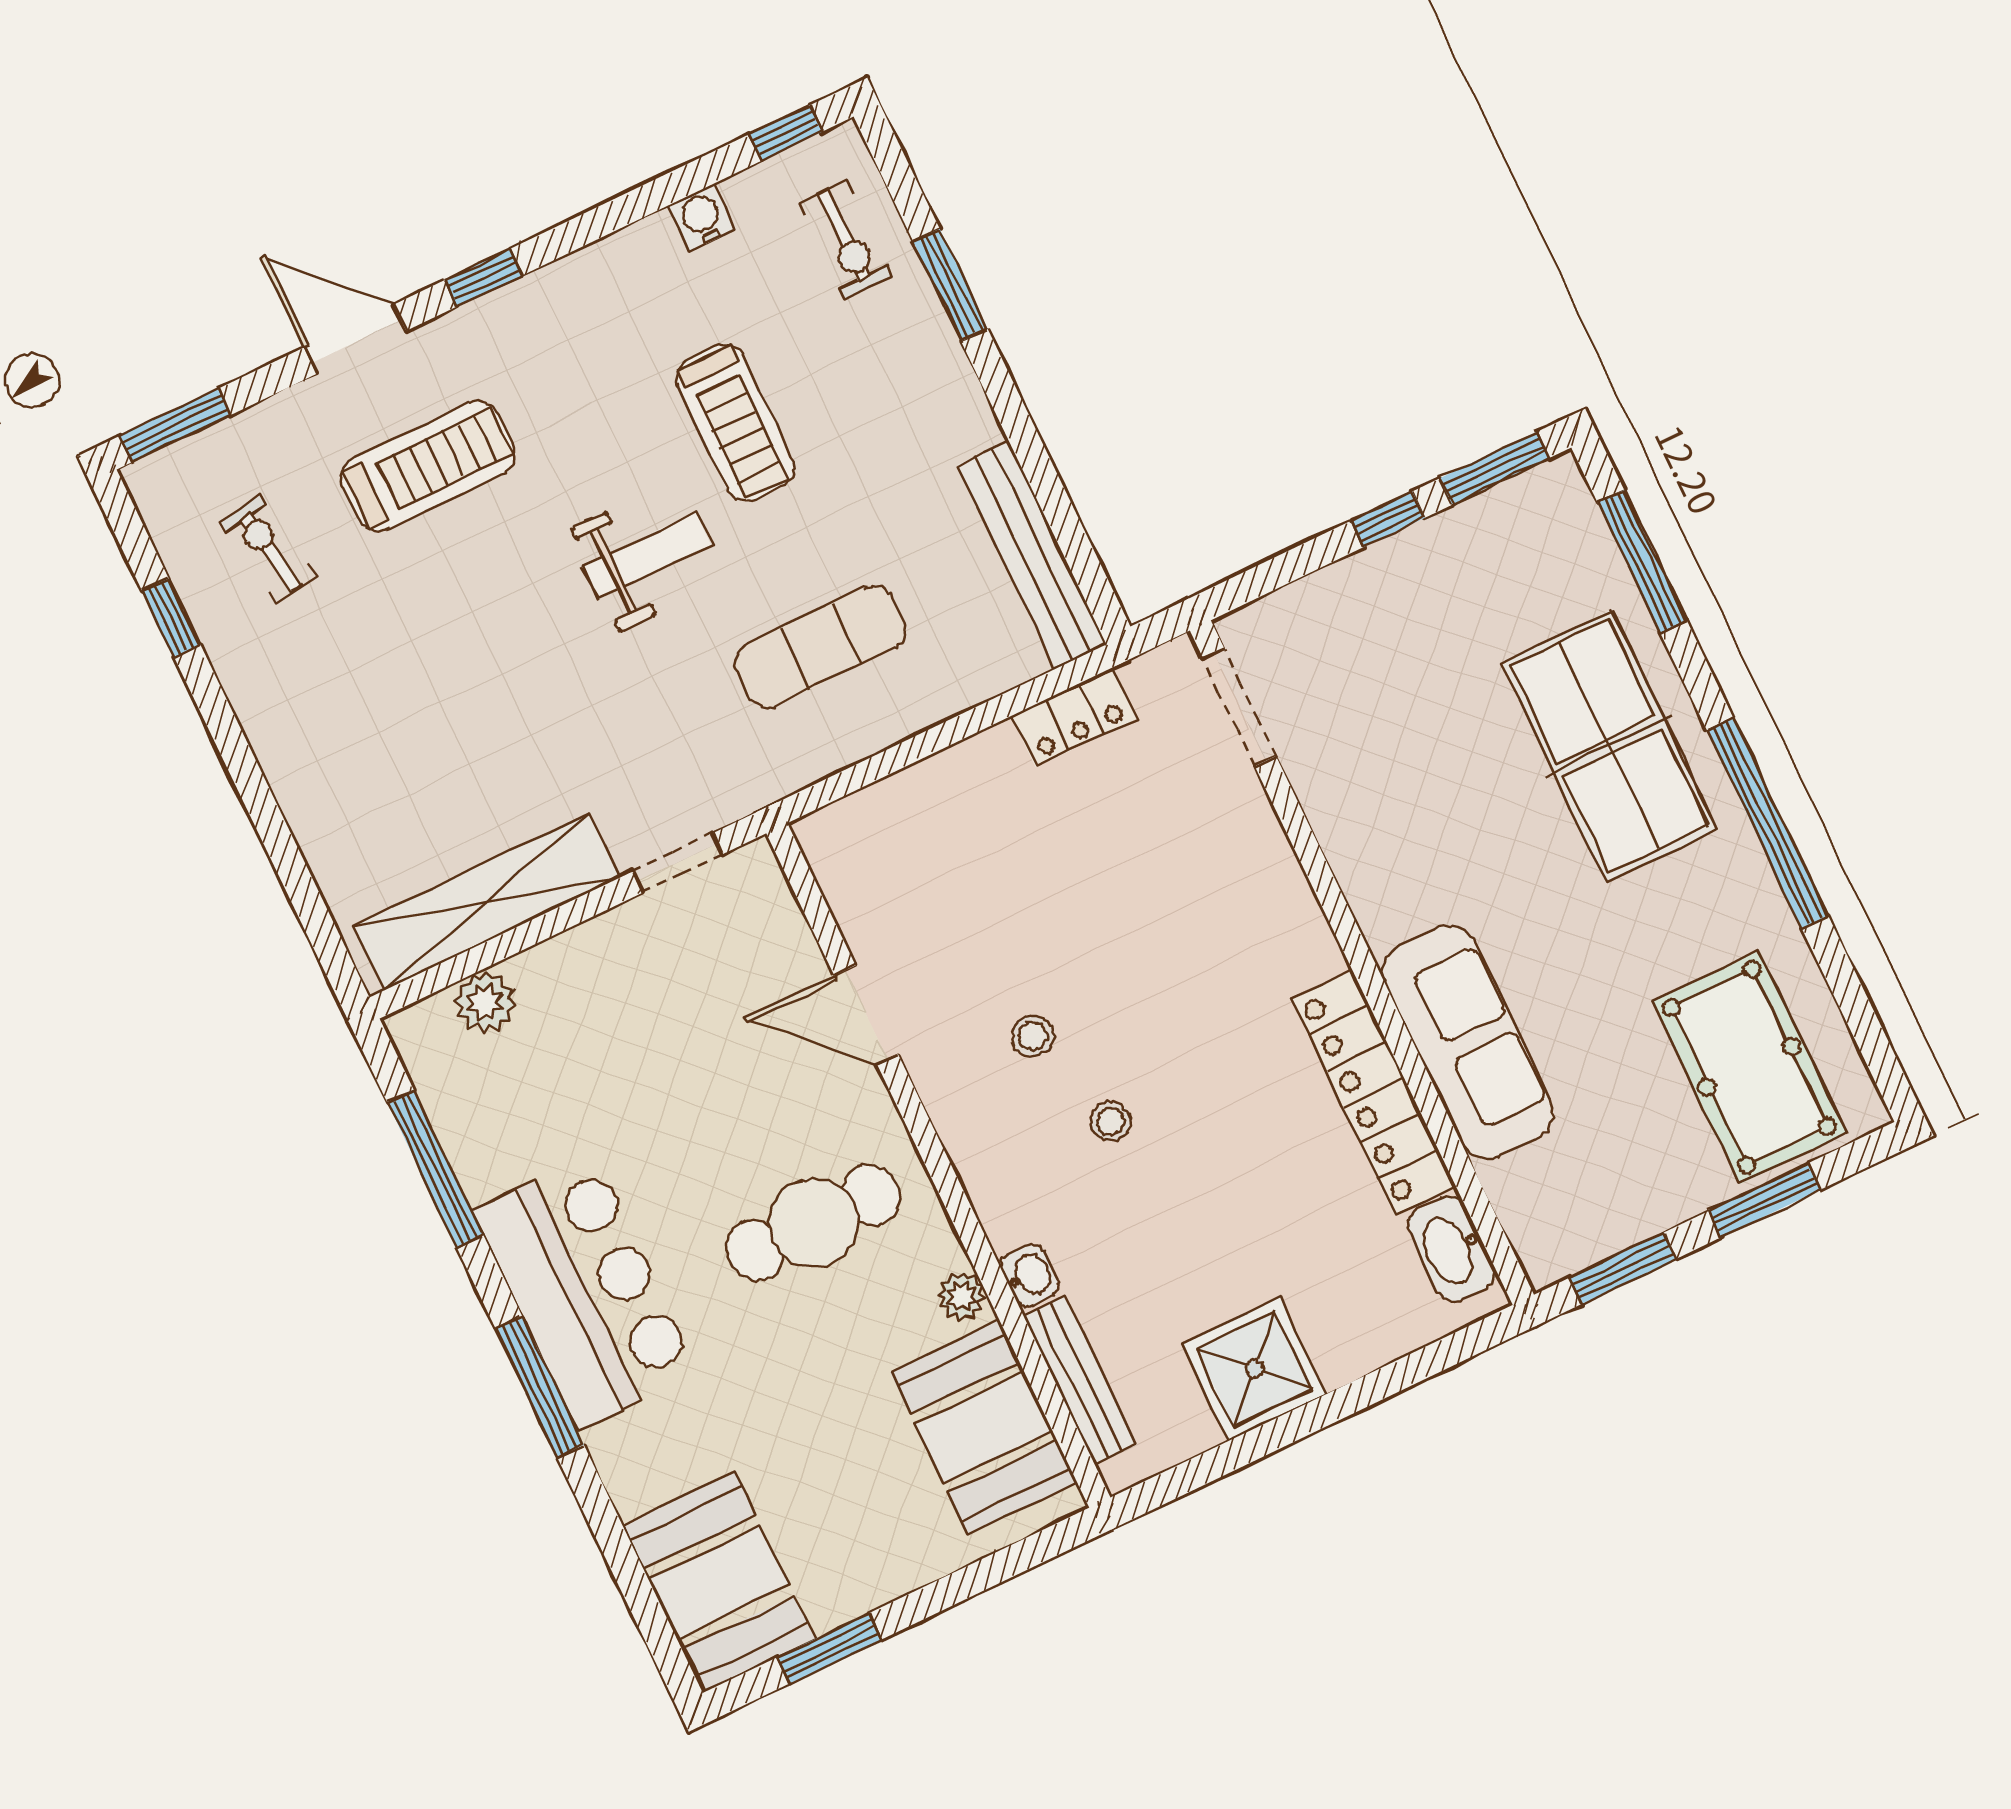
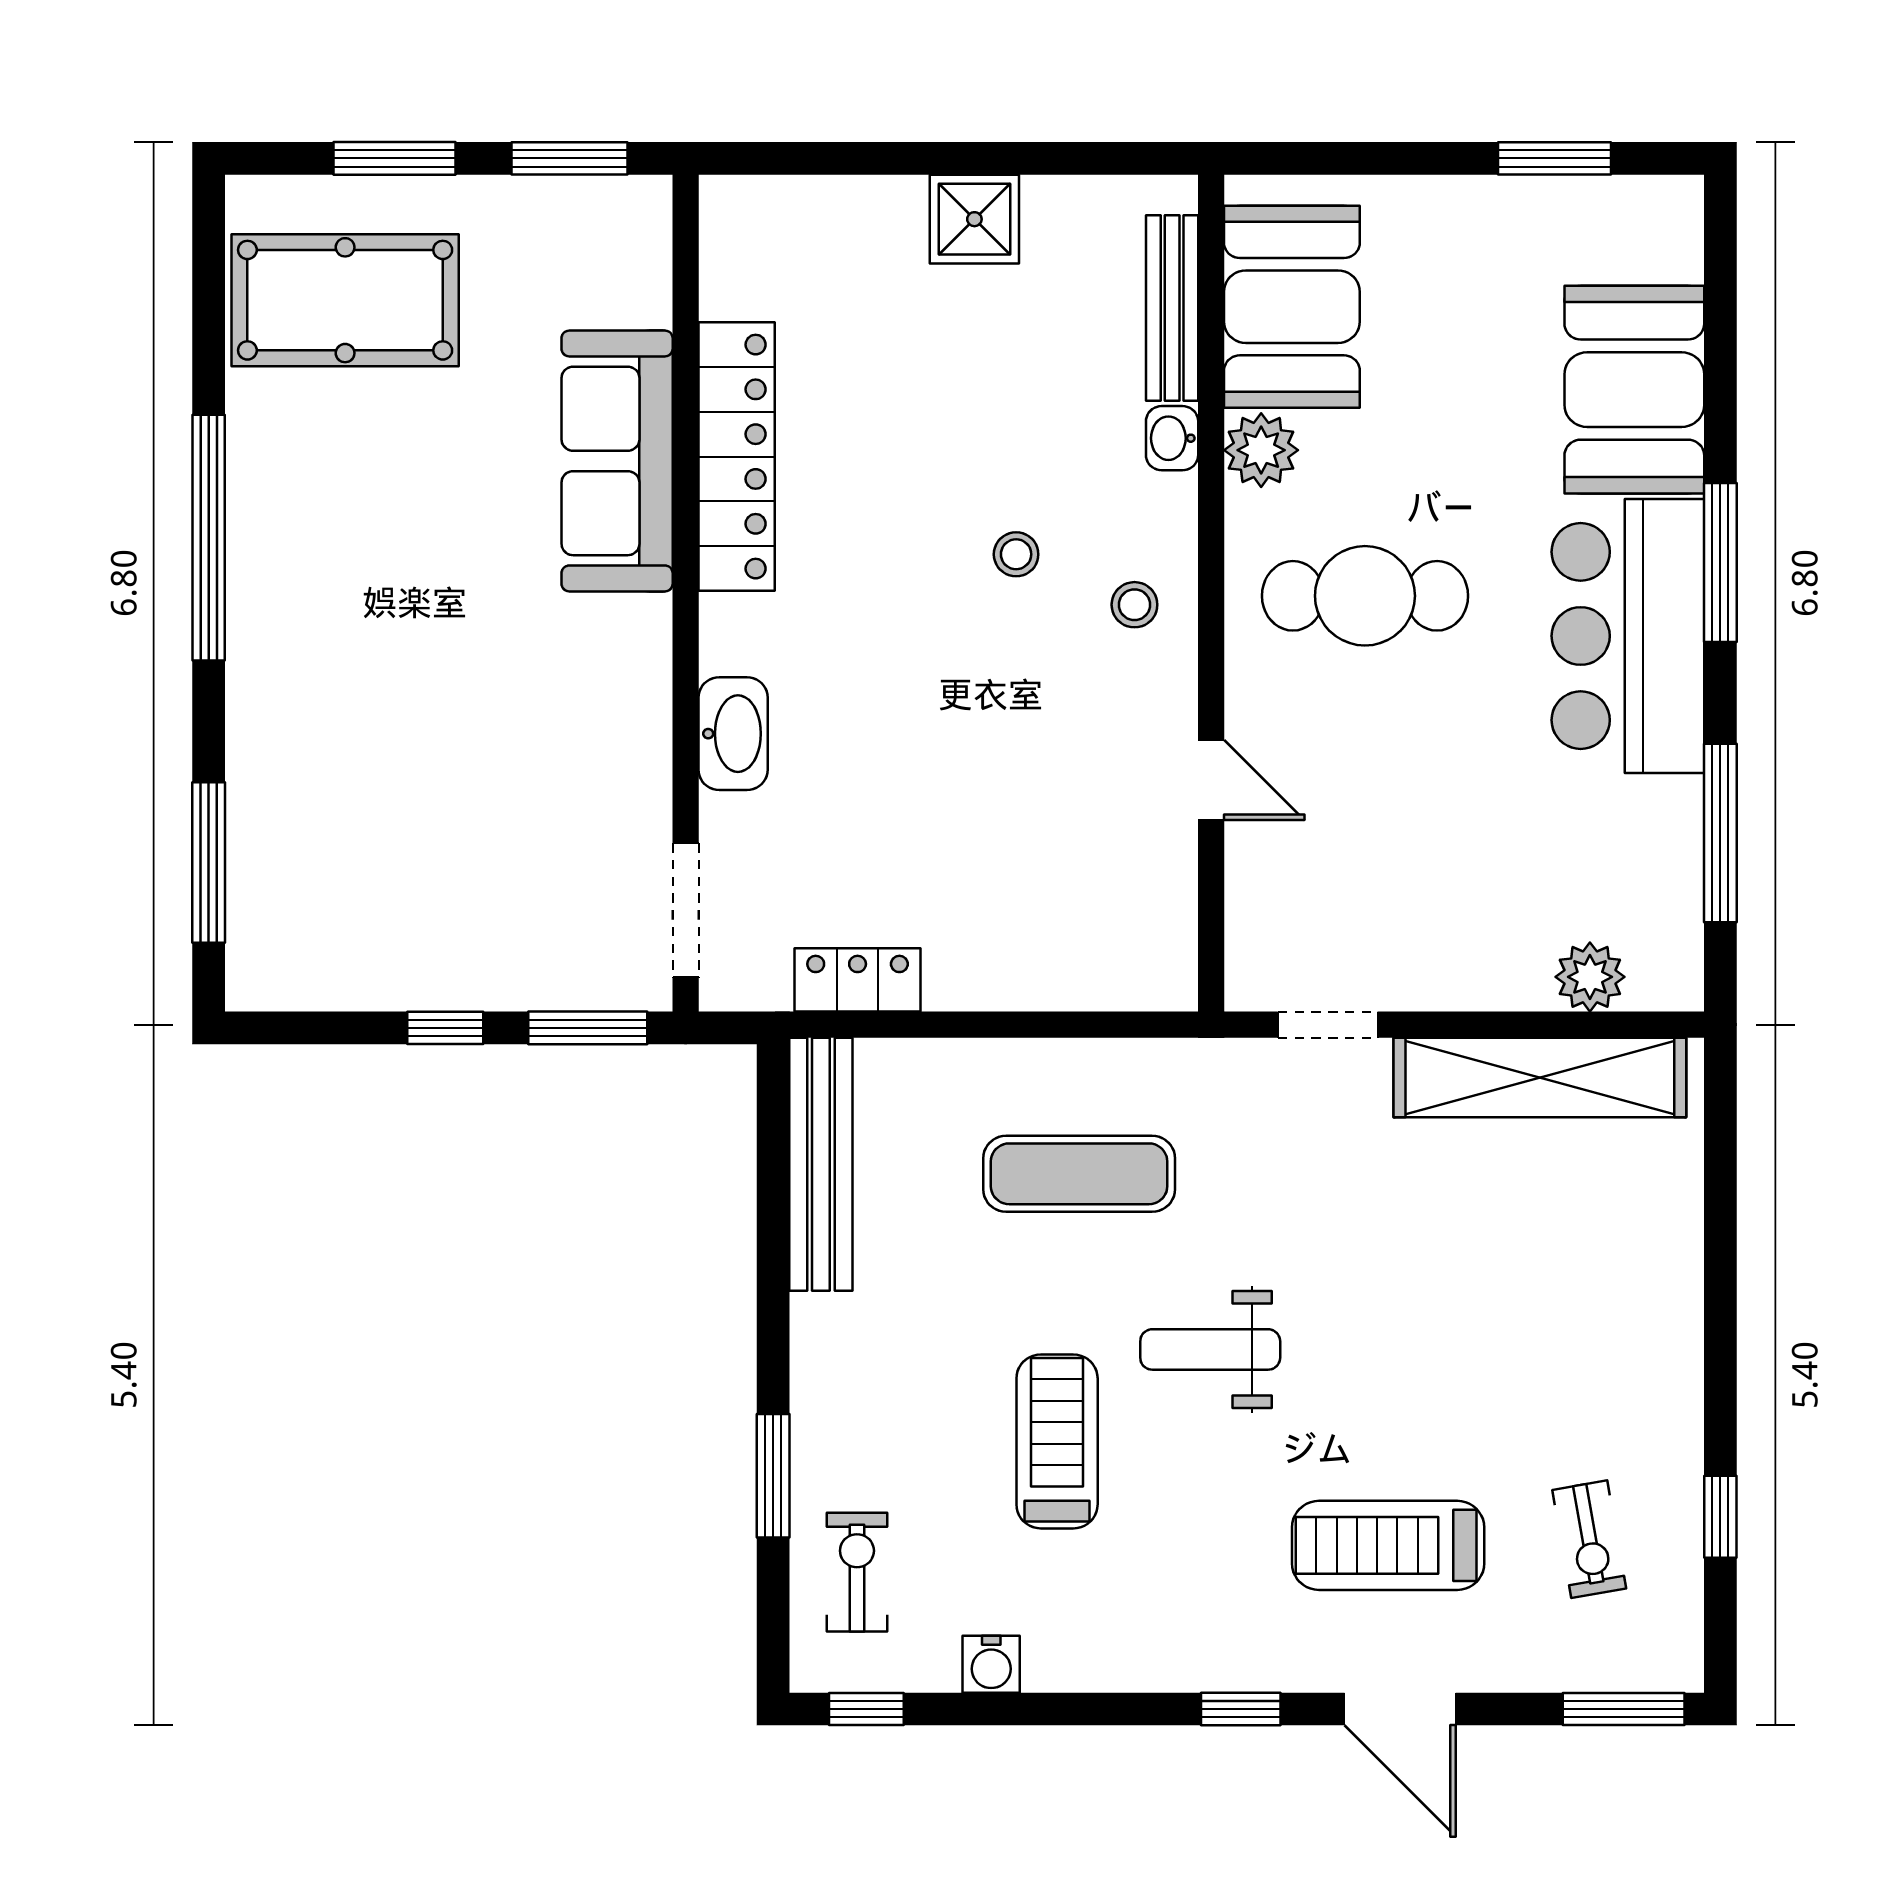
window: (1494, 468) -> (588, 1028), moved
table tennis table: (1609, 746) -> (331, 692), removed
door: (866, 1015) -> (1211, 780), width x0.73
stool: (1033, 1036) -> (1134, 605), moved
pool table: (1749, 1067) -> (345, 300), turned 90
washbasin: (1452, 1249) -> (733, 734), moved
plant: (961, 1296) -> (1261, 450), width x1.38, depth x1.38
shower: (1254, 1369) -> (974, 219), width x0.73, depth x0.73
booth: (719, 1582) -> (1634, 390), moved

